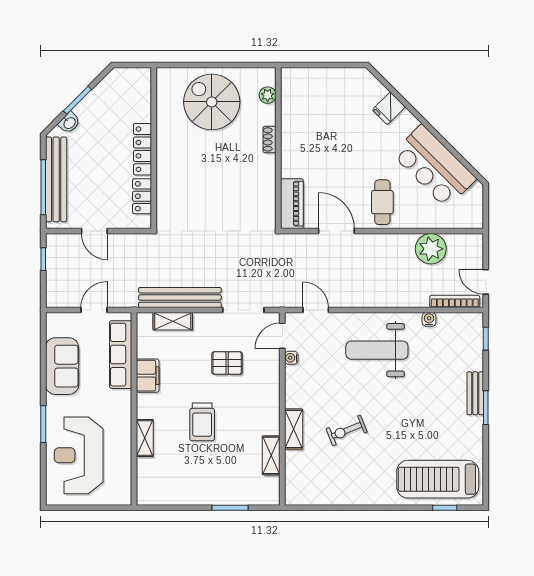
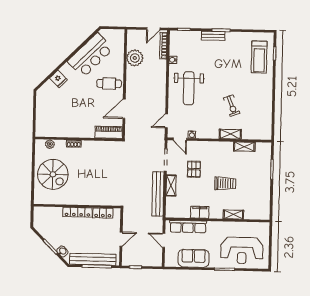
spiral stairs: (212, 102) -> (53, 174), turned -90
shelving: (173, 321) -> (171, 185), moved
treadmill: (438, 479) -> (259, 57), width x0.73, depth x0.73

